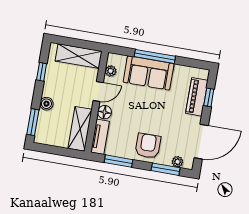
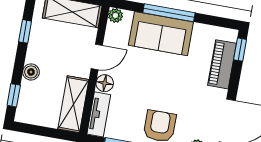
plant: (111, 71) -> (115, 15), moved
window: (209, 97) -> (240, 50), moved
window: (33, 122) -> (14, 95), width x0.67

